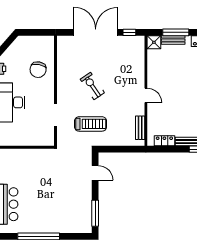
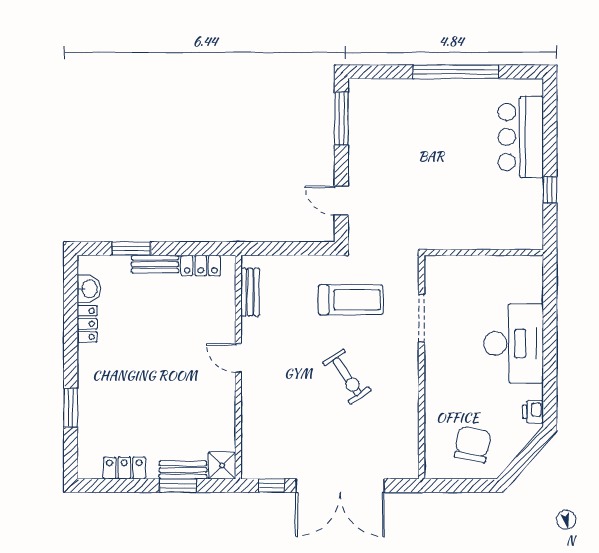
window: (176, 32) -> (178, 486), width x0.69
chair: (38, 70) -> (473, 444), moved
treadmill: (91, 124) -> (351, 300), turned 180

